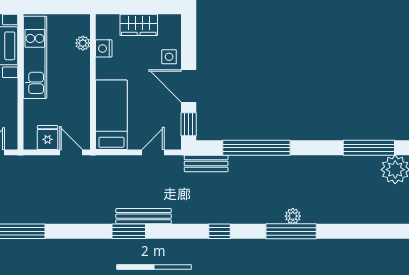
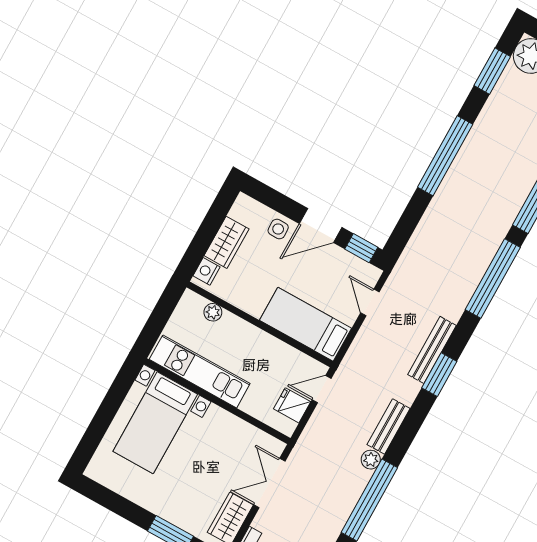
nightstand: (104, 48) -> (206, 271), moved, turned 90
window: (256, 148) -> (445, 156), moved
window: (369, 148) -> (492, 71), width x0.69
bench: (206, 163) -> (389, 426), moved
plant: (293, 216) -> (371, 460), moved
window: (219, 231) -> (493, 278), width x3.17

